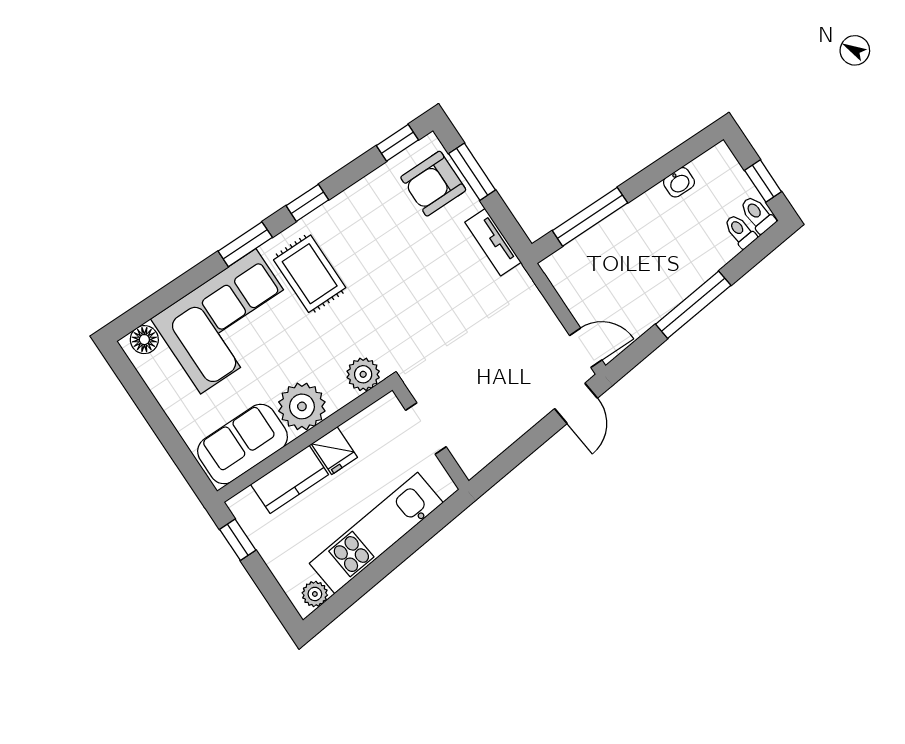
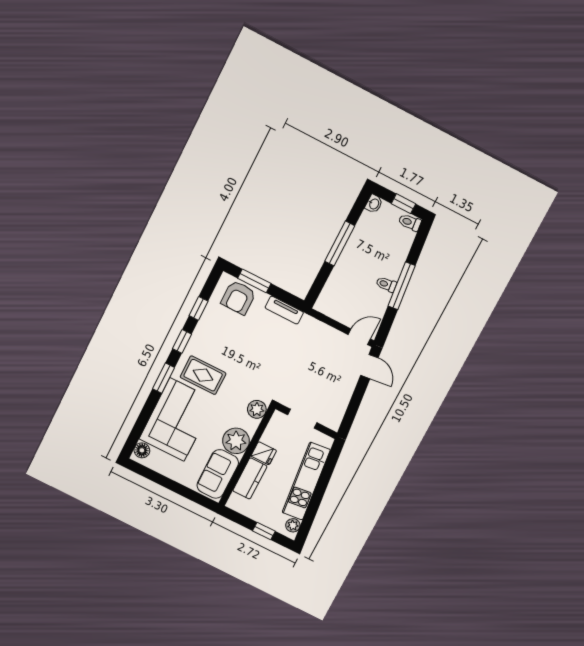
window: (397, 143) -> (199, 308), moved
washbasin: (679, 182) -> (374, 204), moved
window: (590, 217) -> (340, 244), moved
toilet: (740, 231) -> (386, 284), moved
window: (238, 540) -> (264, 531), moved

